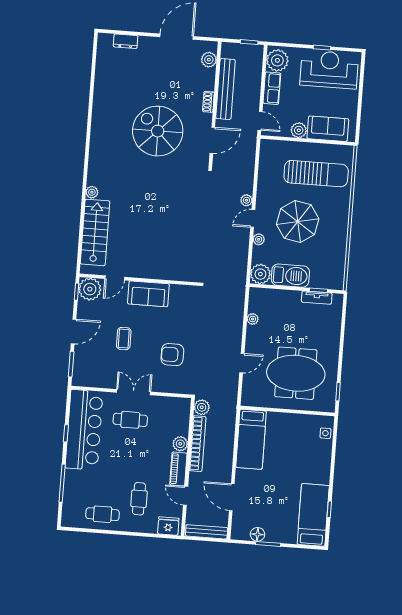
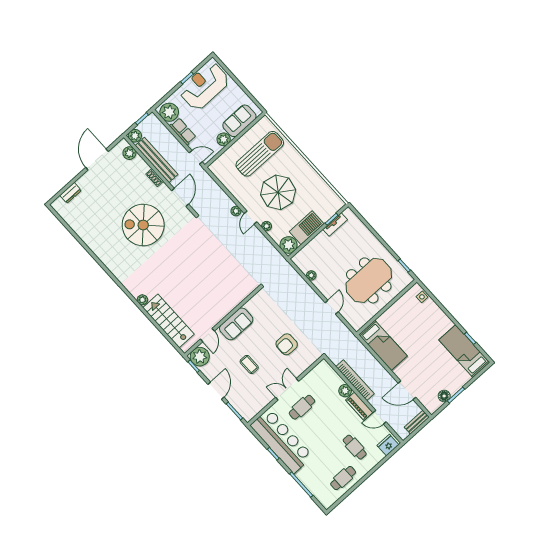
plant: (202, 407) -> (135, 136), moved
bench: (207, 532) -> (417, 422), width x0.73

